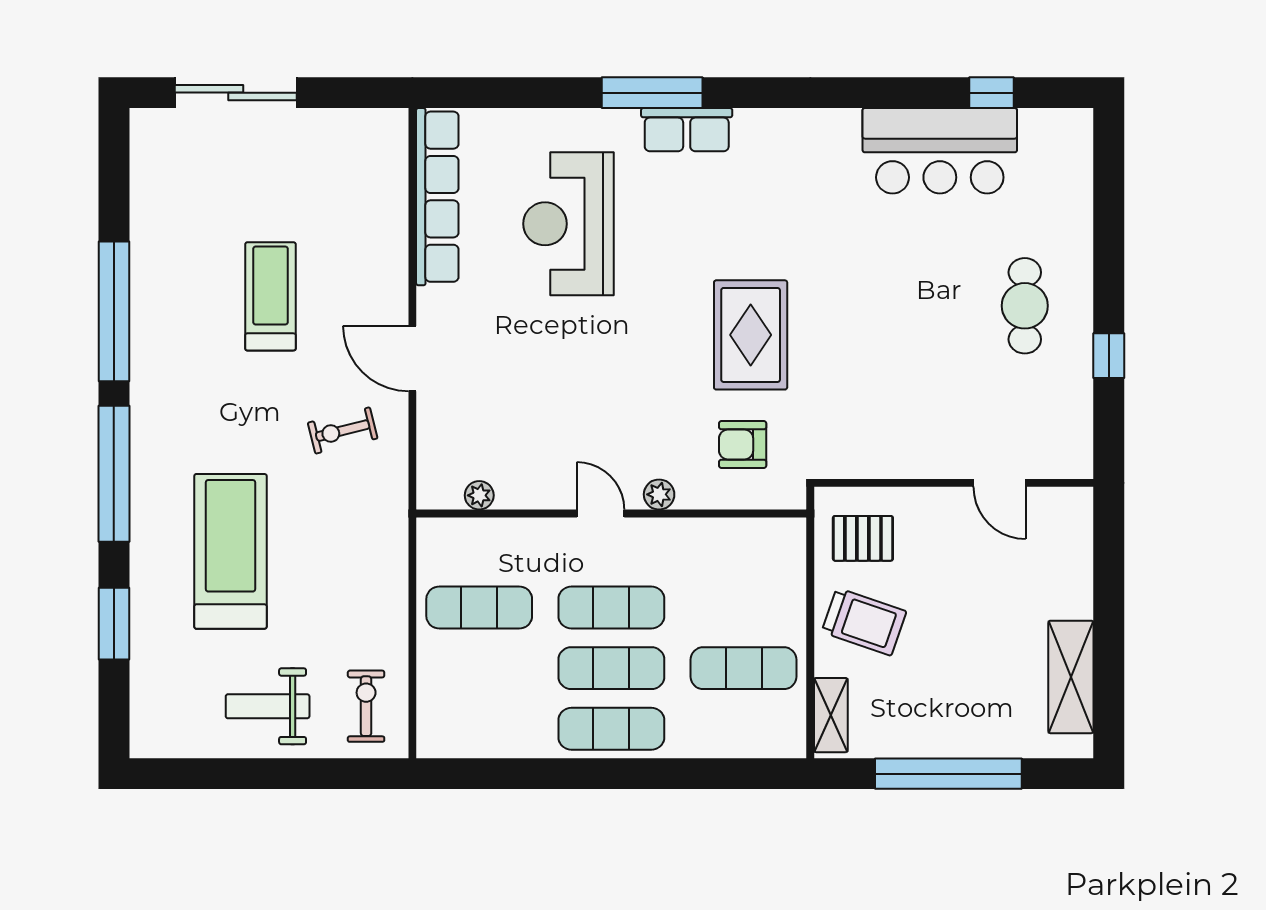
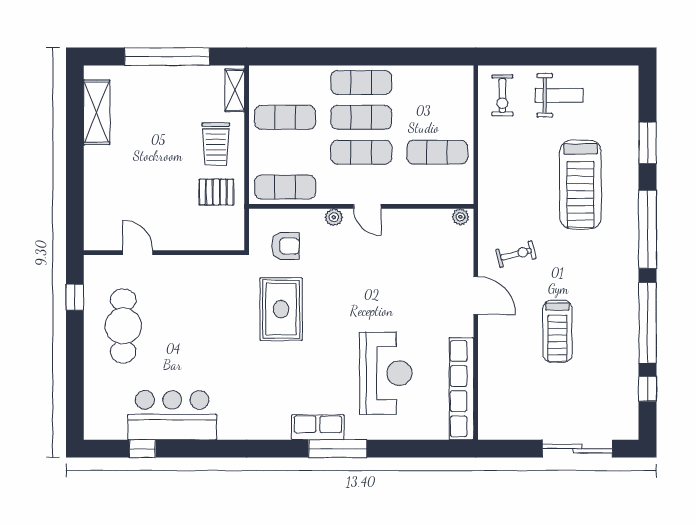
window: (114, 197) -> (648, 389), added
cafe table: (1025, 306) -> (123, 326), width x1.37, depth x1.35
wall: (954, 483) -> (164, 253), moved
door: (1000, 483) -> (138, 253), moved
plant: (479, 495) -> (460, 217), moved
exercise mat: (744, 547) -> (285, 187), added
trolley: (864, 622) -> (216, 144), turned -109

